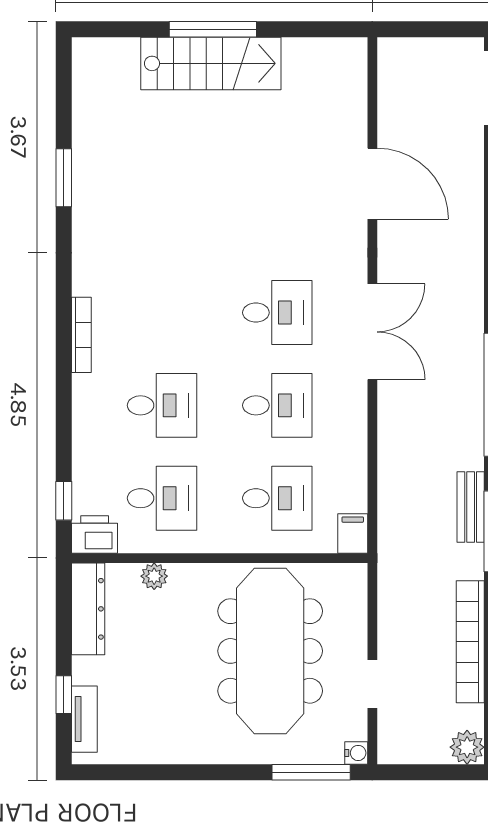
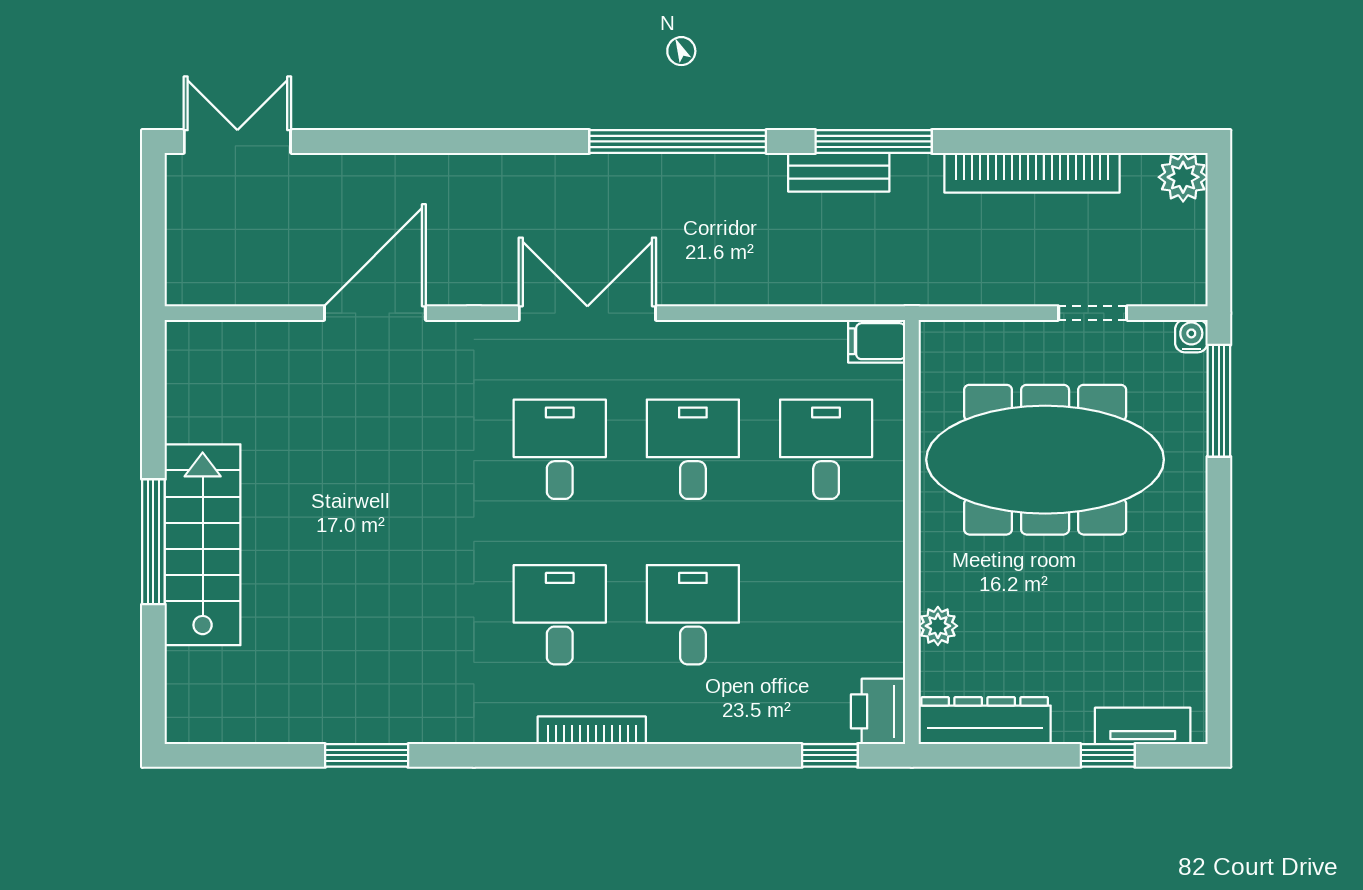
desk: (162, 498) -> (560, 615), moved

